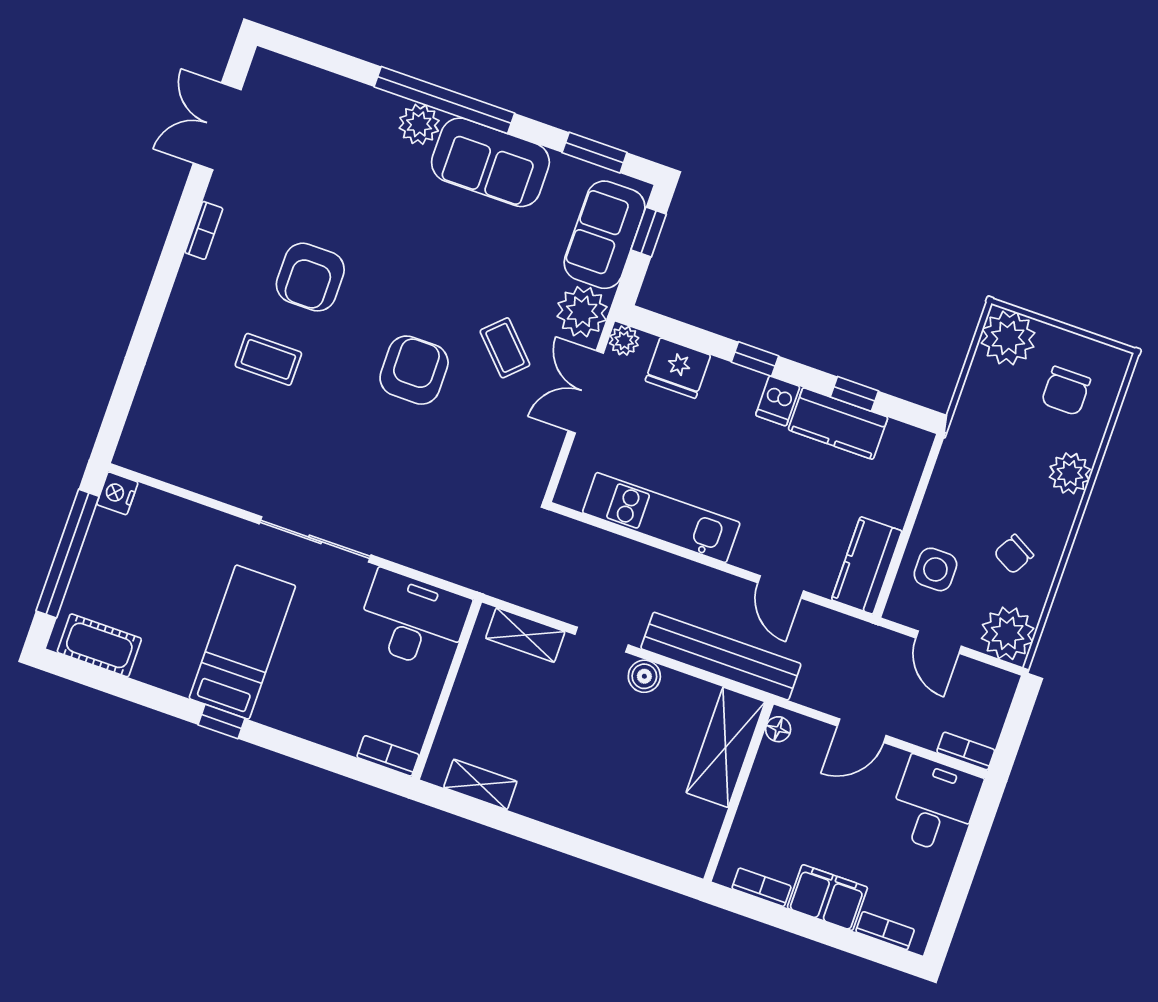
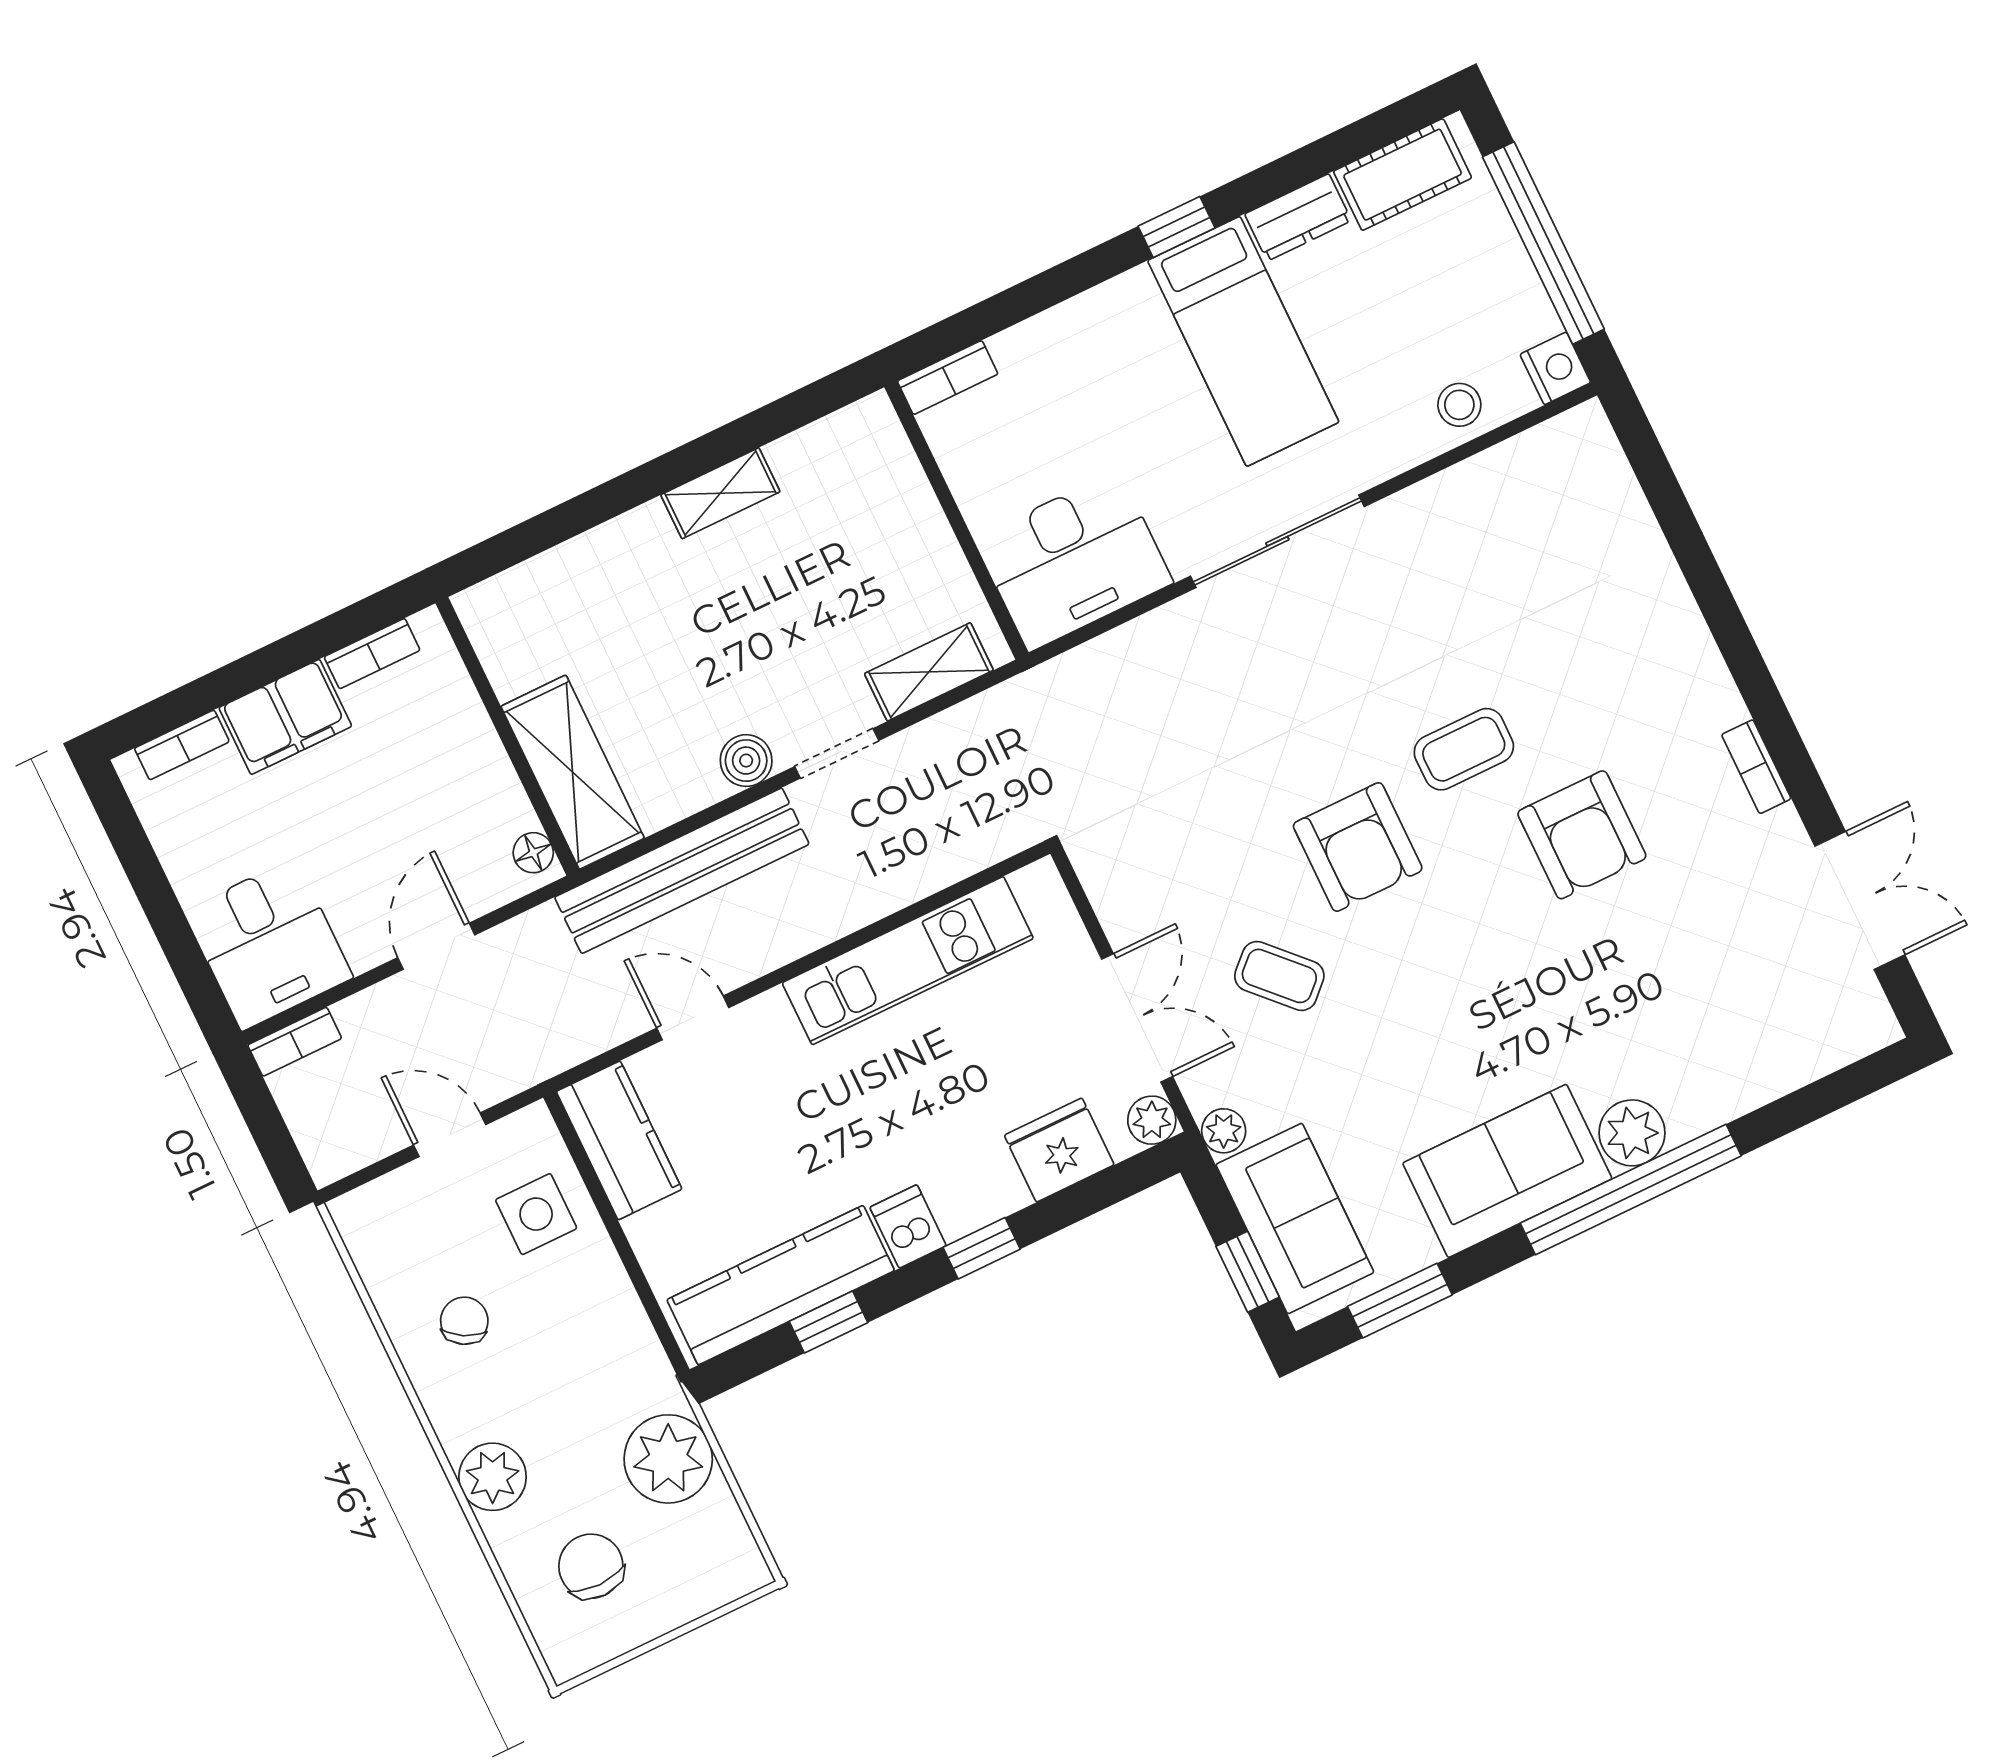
armchair: (310, 277) -> (1582, 835), turned 180
plant: (582, 312) -> (1224, 1131), width x0.53, depth x0.53
plant: (1008, 338) -> (668, 1459), moved
coffee table: (268, 359) -> (1464, 749), moved
kitchen counter: (838, 424) -> (781, 1285), width x1.50
stool: (175, 519) -> (1459, 405), added
plant: (1008, 633) -> (381, 1223), removed
dresser: (164, 672) -> (1298, 217), added
shelving: (480, 784) -> (720, 493), moved

